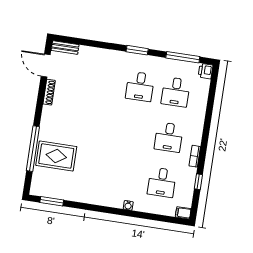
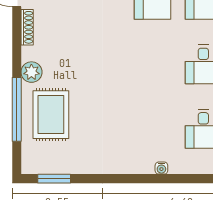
plant: (47, 124) -> (31, 72), added
rug: (56, 156) -> (51, 115), turned 90

